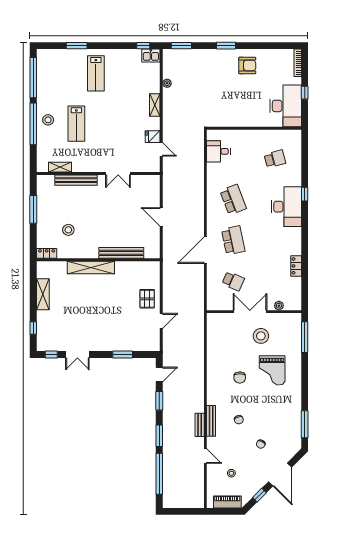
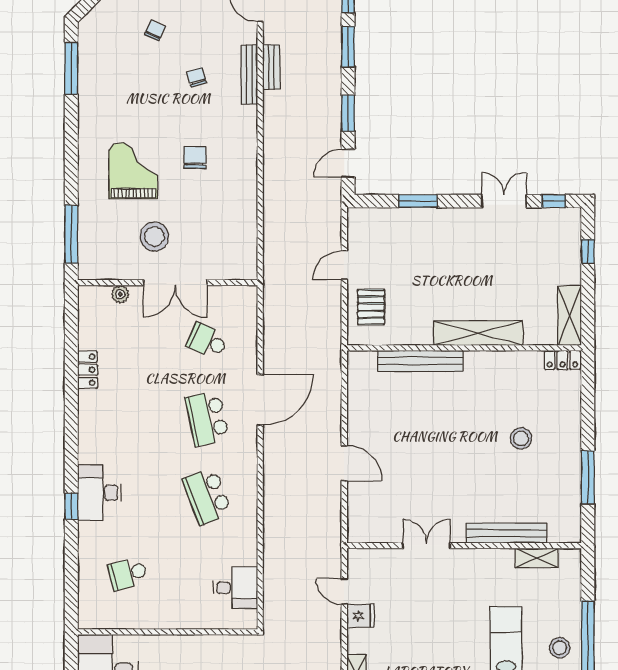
desk: (286, 207) -> (99, 493), width x0.73, depth x0.77
locker: (47, 253) -> (562, 360), moved
bench: (121, 253) -> (420, 361), moved
wall: (98, 260) -> (464, 348), moved
shelving: (91, 267) -> (478, 333), moved

